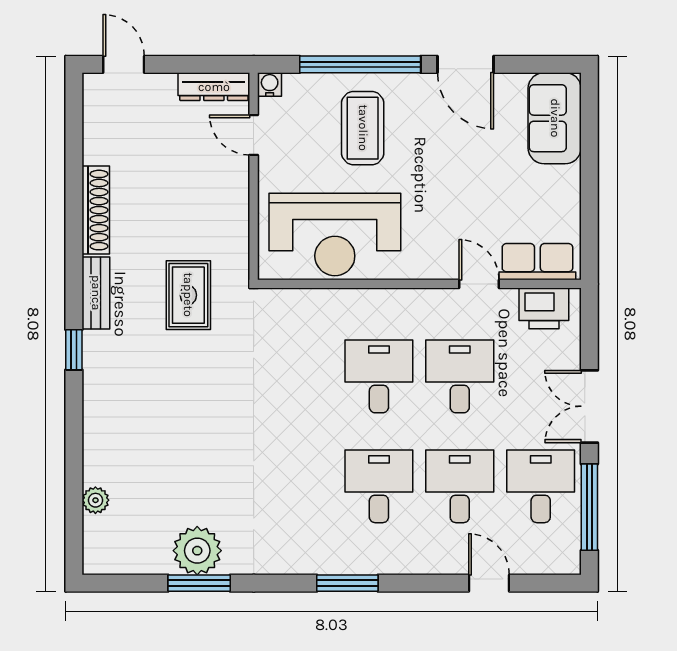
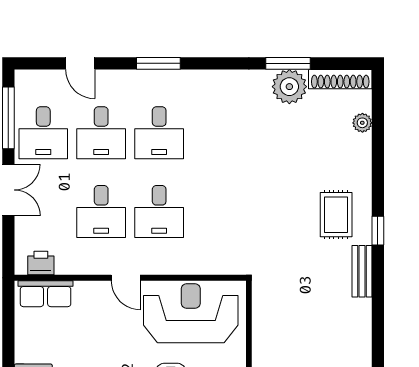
shoe rack: (96, 210) -> (340, 79), moved, turned -90
door: (479, 284) -> (126, 278), moved
rug: (188, 295) -> (336, 215), moved
printer: (544, 308) -> (41, 263), width x0.73, depth x0.81
window: (347, 583) -> (158, 63), moved

